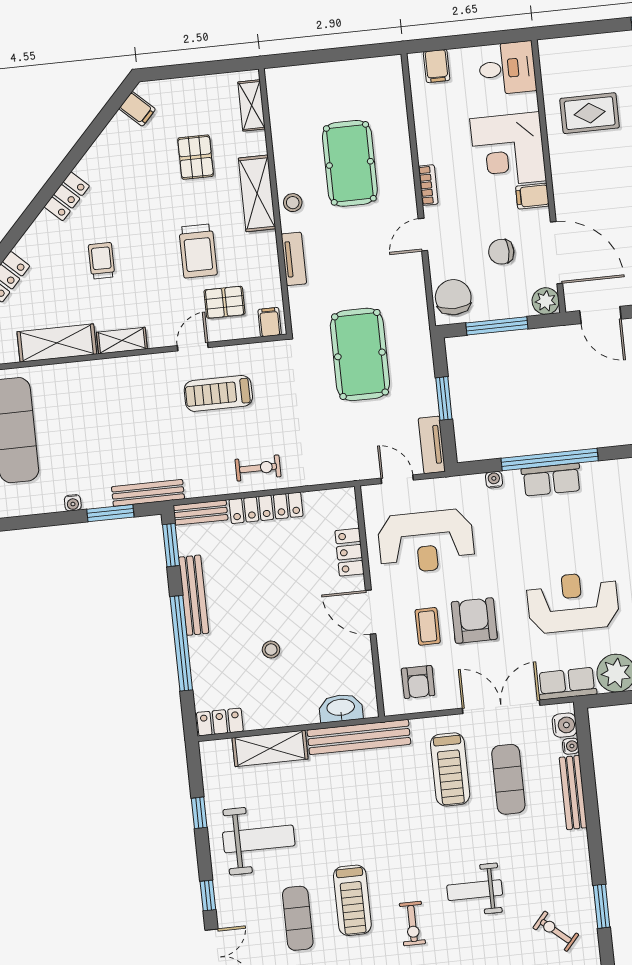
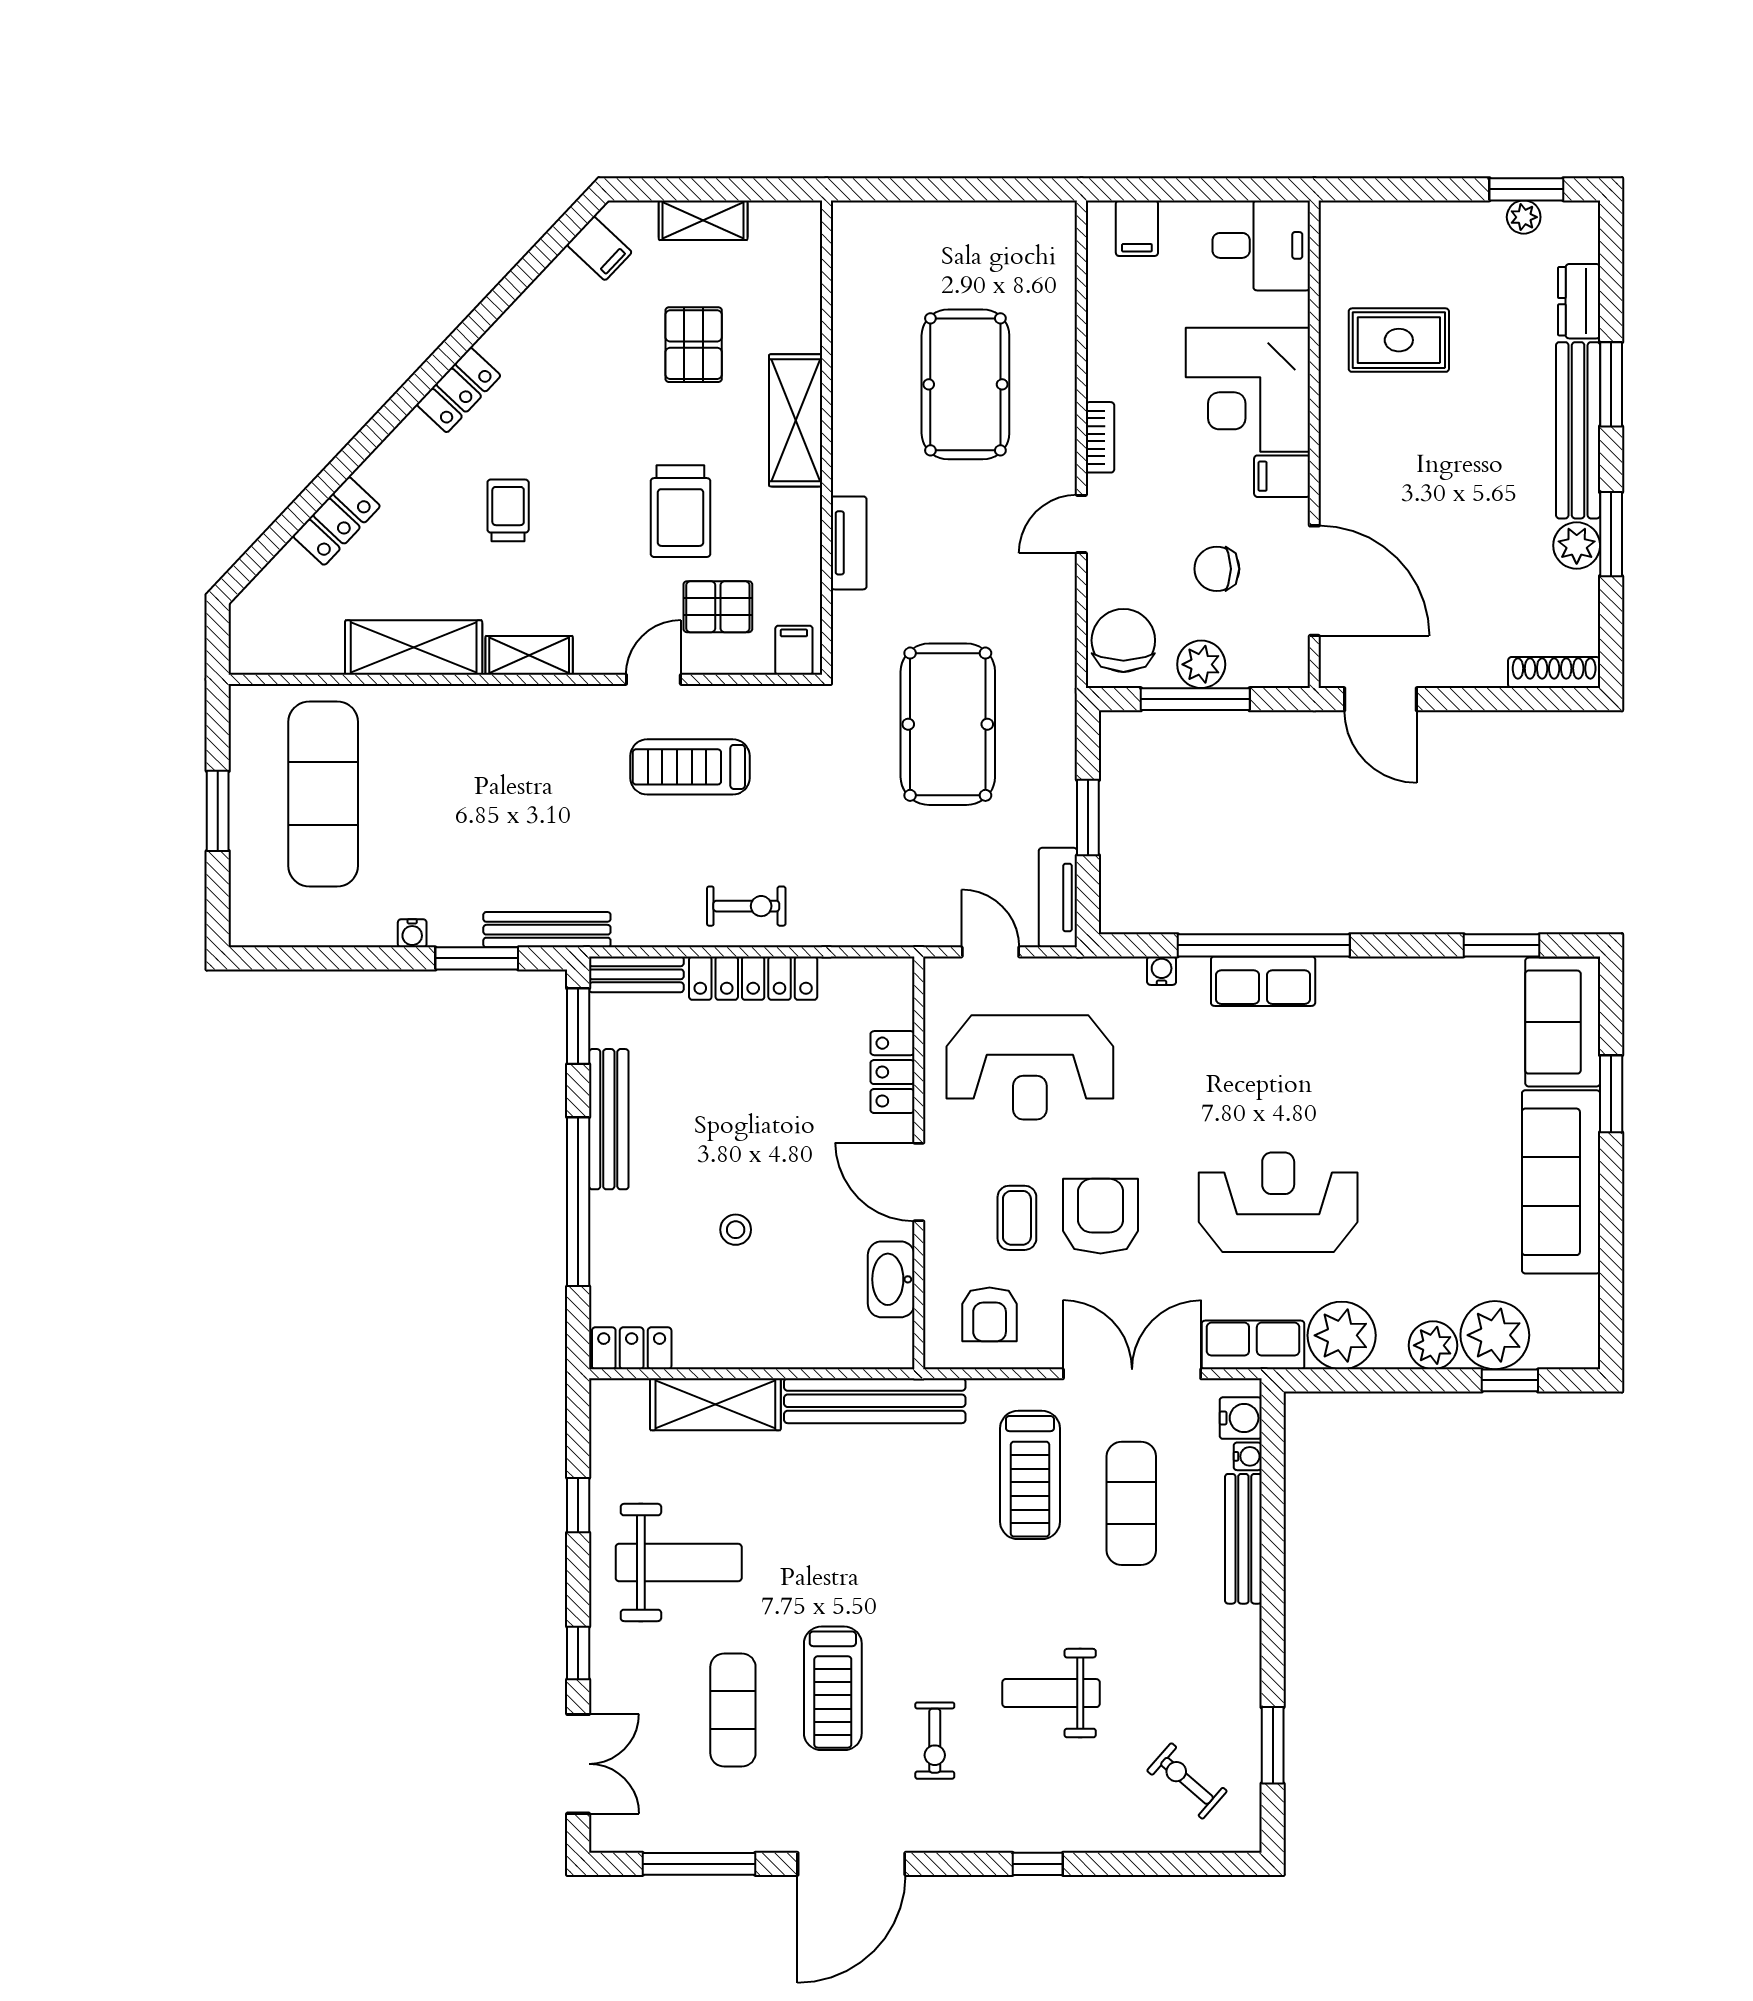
shelving: (251, 105) -> (703, 220), moved, turned 90
stool: (293, 203) -> (857, 443), removed
plant: (546, 301) -> (1201, 664), moved
washbasin: (341, 708) -> (891, 1279), moved, turned -90

